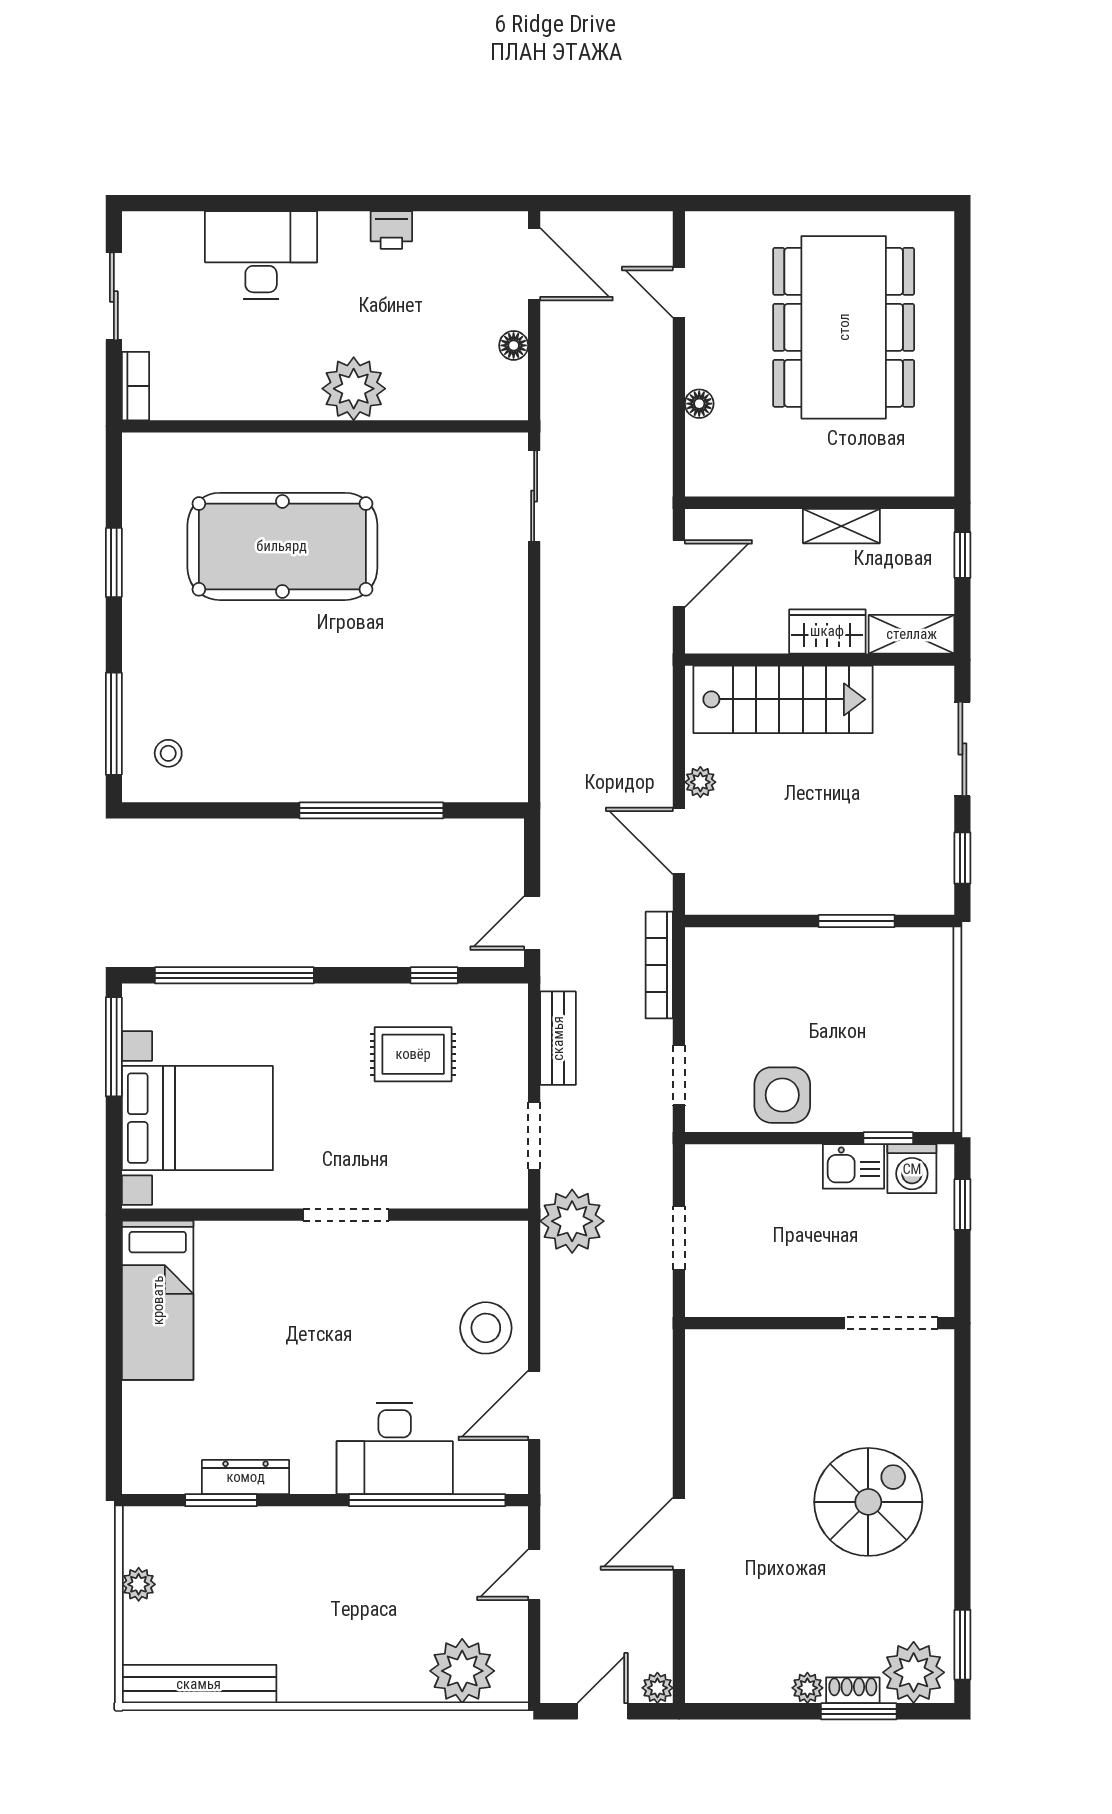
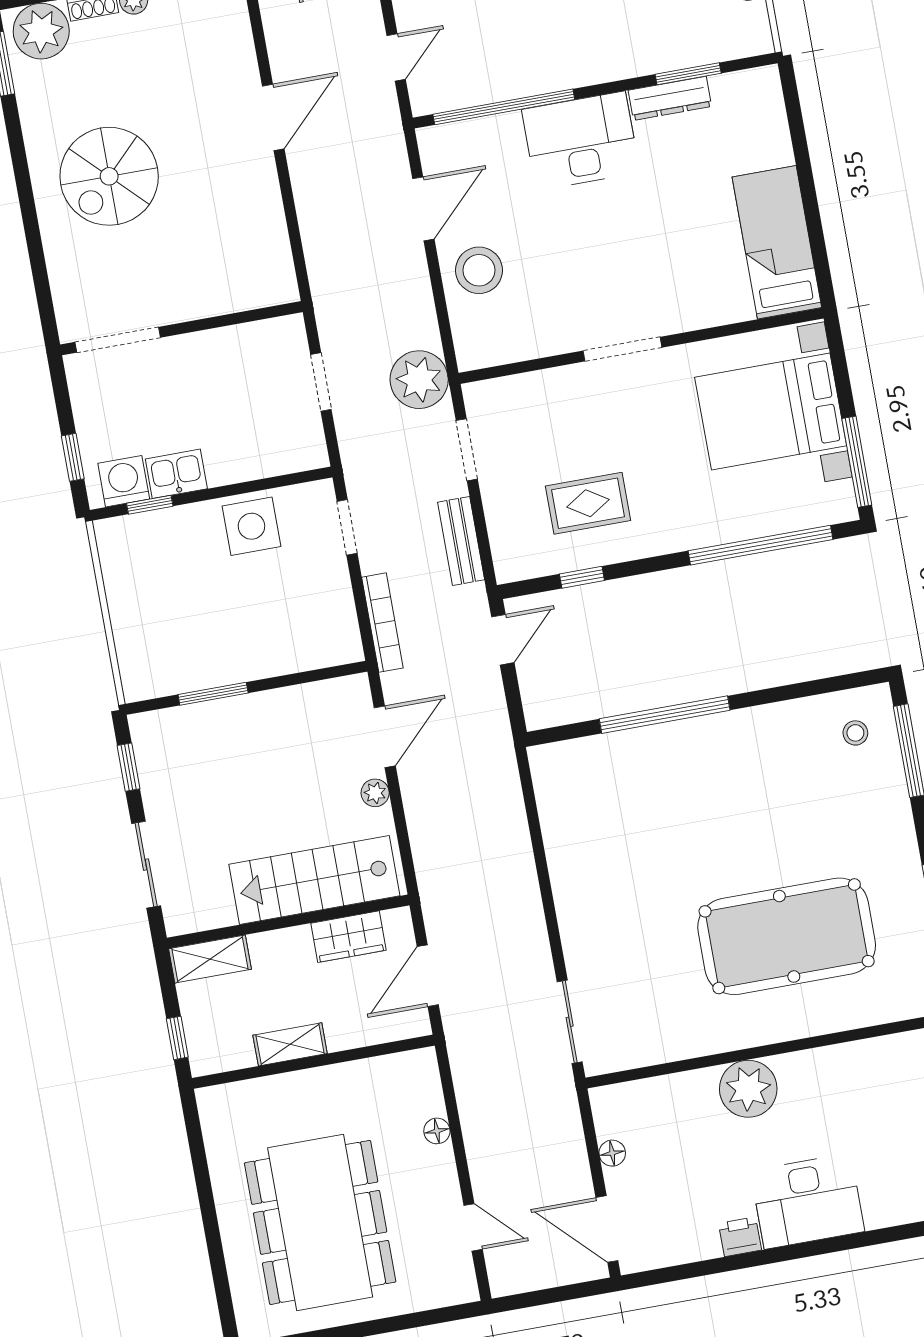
desk: (261, 255) -> (808, 1201), moved
wardrobe: (827, 631) -> (348, 937), moved
door: (679, 841) -> (385, 737), hinge flipped
desk: (395, 1448) -> (581, 141), moved

